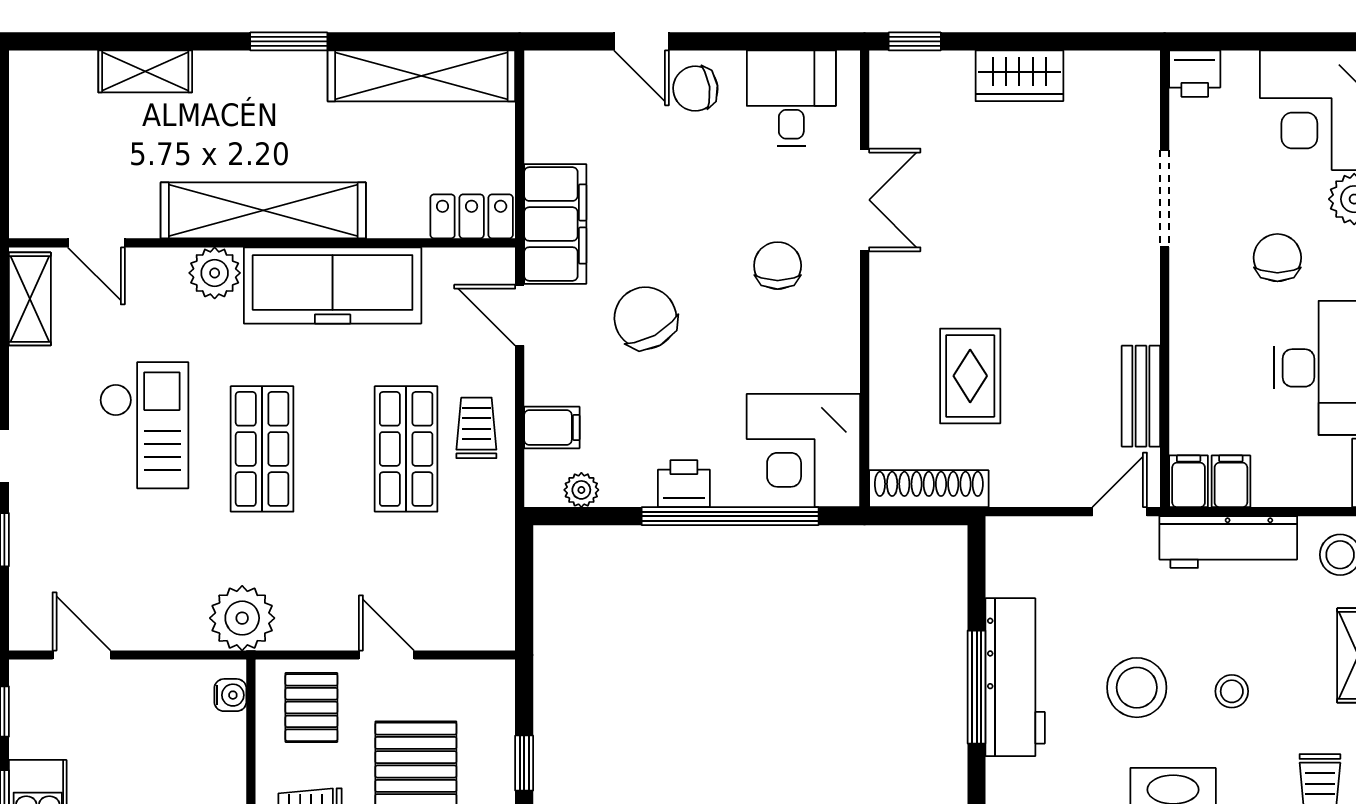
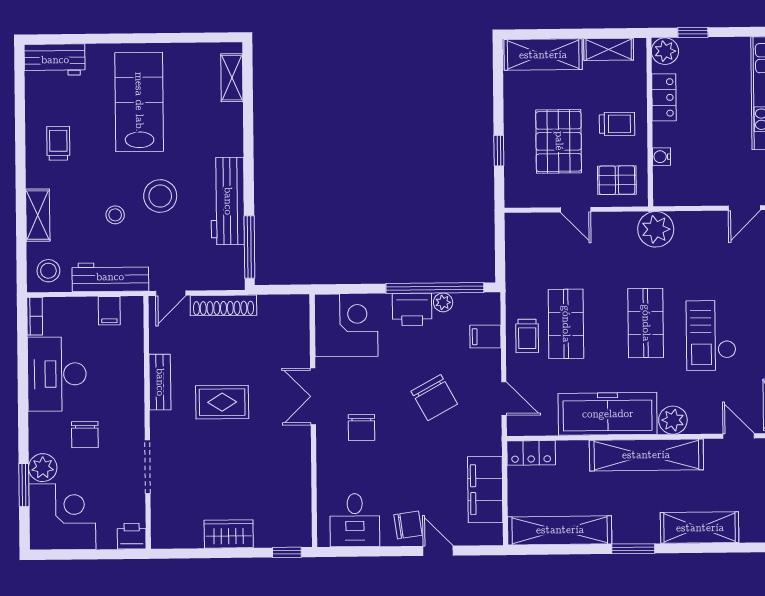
shelving: (145, 71) -> (700, 528), width x1.50, depth x1.33
double door: (865, 200) -> (313, 396), moved
filing cabinet: (555, 224) -> (485, 490), moved
rug: (970, 376) -> (222, 402), moved, turned 90
bench: (1141, 396) -> (160, 382), moved
filing cabinet: (1189, 481) -> (133, 310), removed
printer: (684, 484) -> (412, 309), width x1.36, depth x1.24
shoe rack: (929, 489) -> (223, 305), moved
plant: (581, 490) -> (443, 302), moved
window: (730, 516) -> (435, 288), moved
door: (82, 655) -> (744, 208), hinge flipped
window: (977, 687) -> (249, 247), moved
stool: (1232, 691) -> (115, 215), moved
water cooler: (230, 695) -> (662, 157), moved
pallet: (311, 708) -> (617, 180), turned 90

